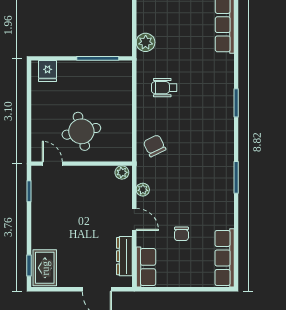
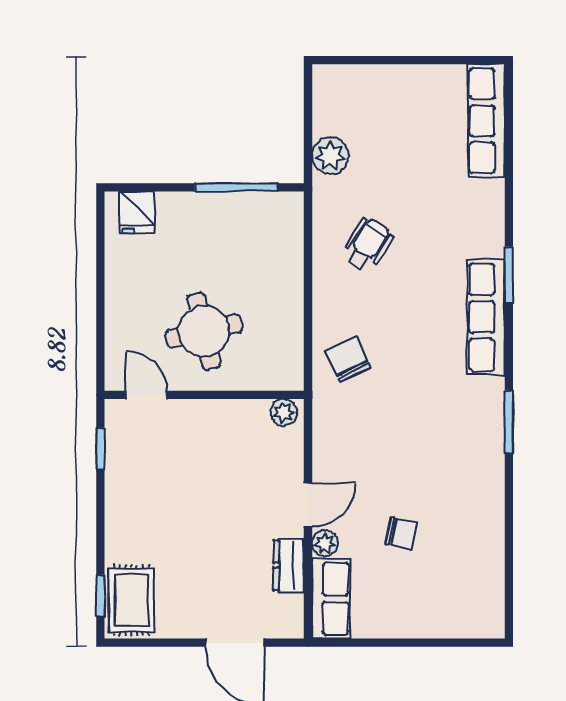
wheelchair: (164, 88) -> (367, 245), turned 122
plant: (143, 190) -> (325, 543), moved
door: (134, 219) -> (308, 505), hinge flipped
chair: (181, 234) -> (401, 533), turned -78
dresser: (124, 256) -> (289, 565), width x0.70
row of seats: (225, 258) -> (486, 317), moved

